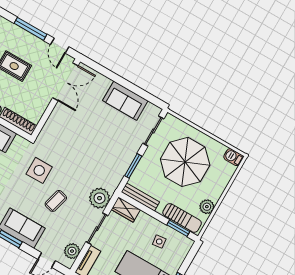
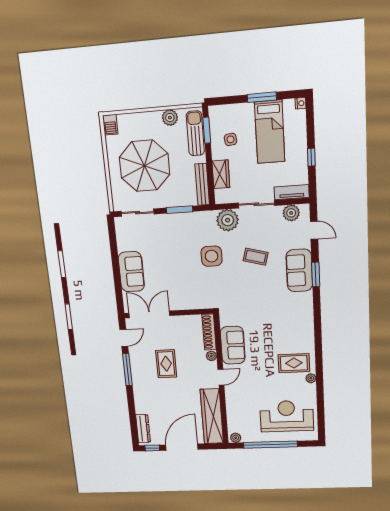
sofa: (125, 101) -> (131, 272), moved
side table: (39, 170) -> (212, 256), moved
wardrobe: (126, 210) -> (221, 174), moved

